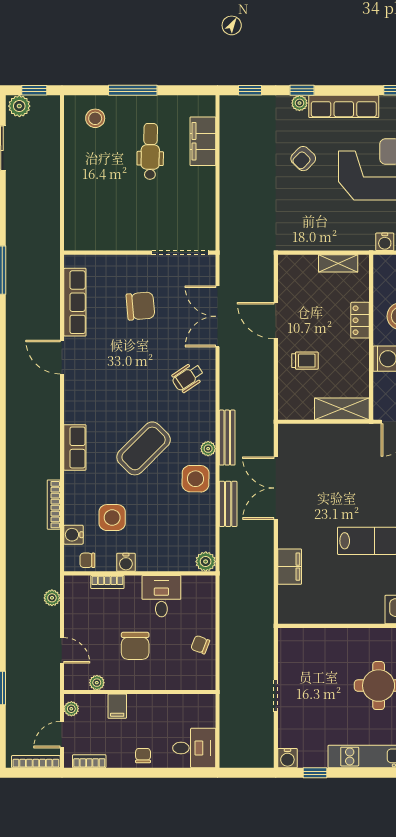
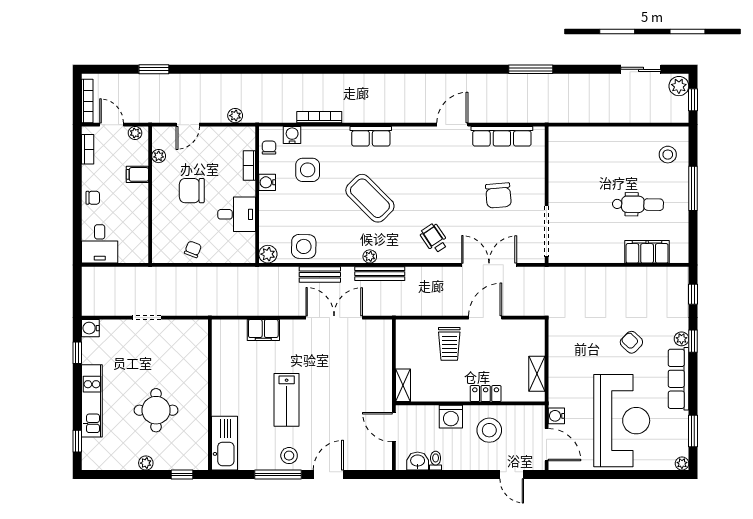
trolley: (305, 361) -> (449, 344), width x1.36, depth x1.39
shelving: (342, 409) -> (403, 385), width x0.67, depth x0.75
side table: (196, 479) -> (304, 246), moved

